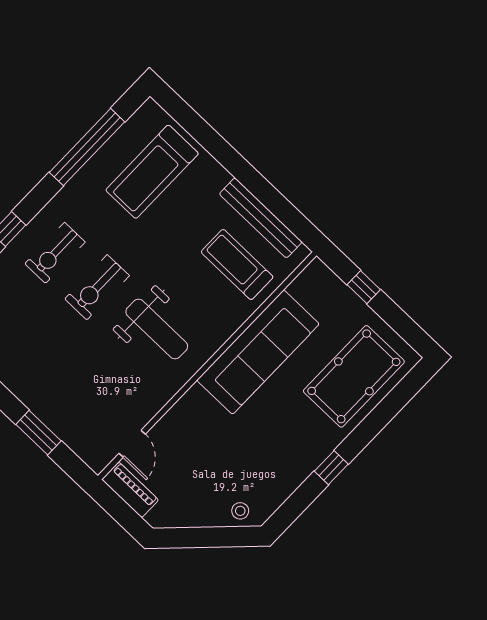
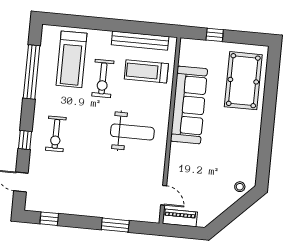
exercise bike: (97, 287) -> (103, 78), moved
window: (331, 468) -> (267, 132), removed

